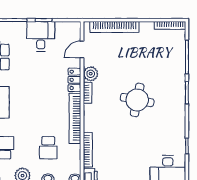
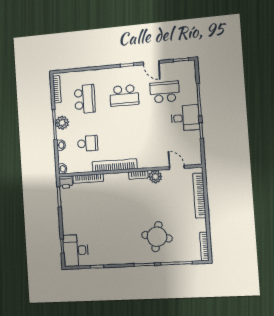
desk: (41, 36) -> (185, 118), moved
locker: (74, 80) -> (149, 162), removed
round table: (137, 100) -> (157, 237), moved
school desk: (48, 148) -> (88, 143), turned 180

